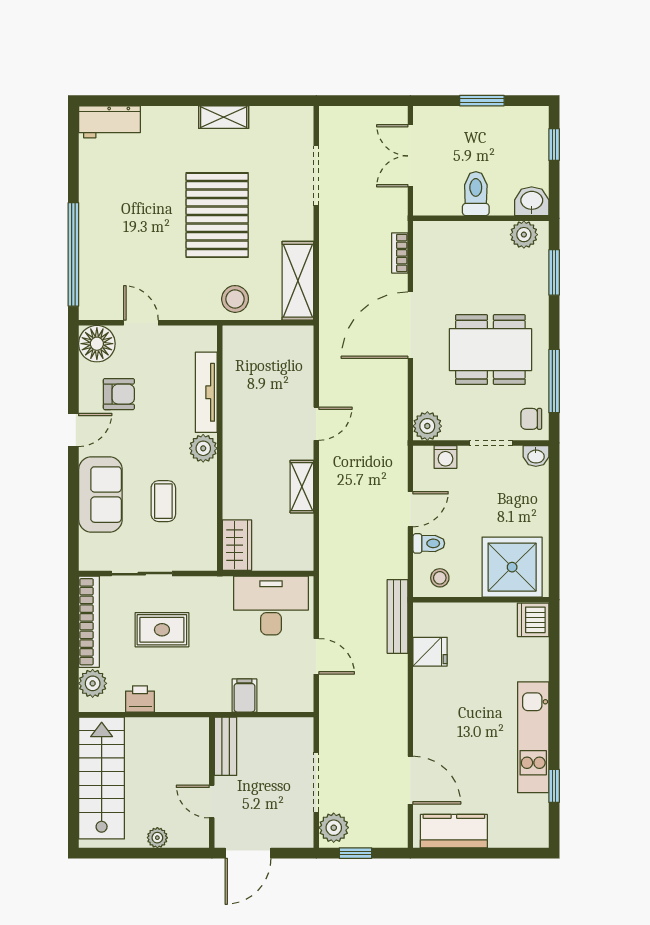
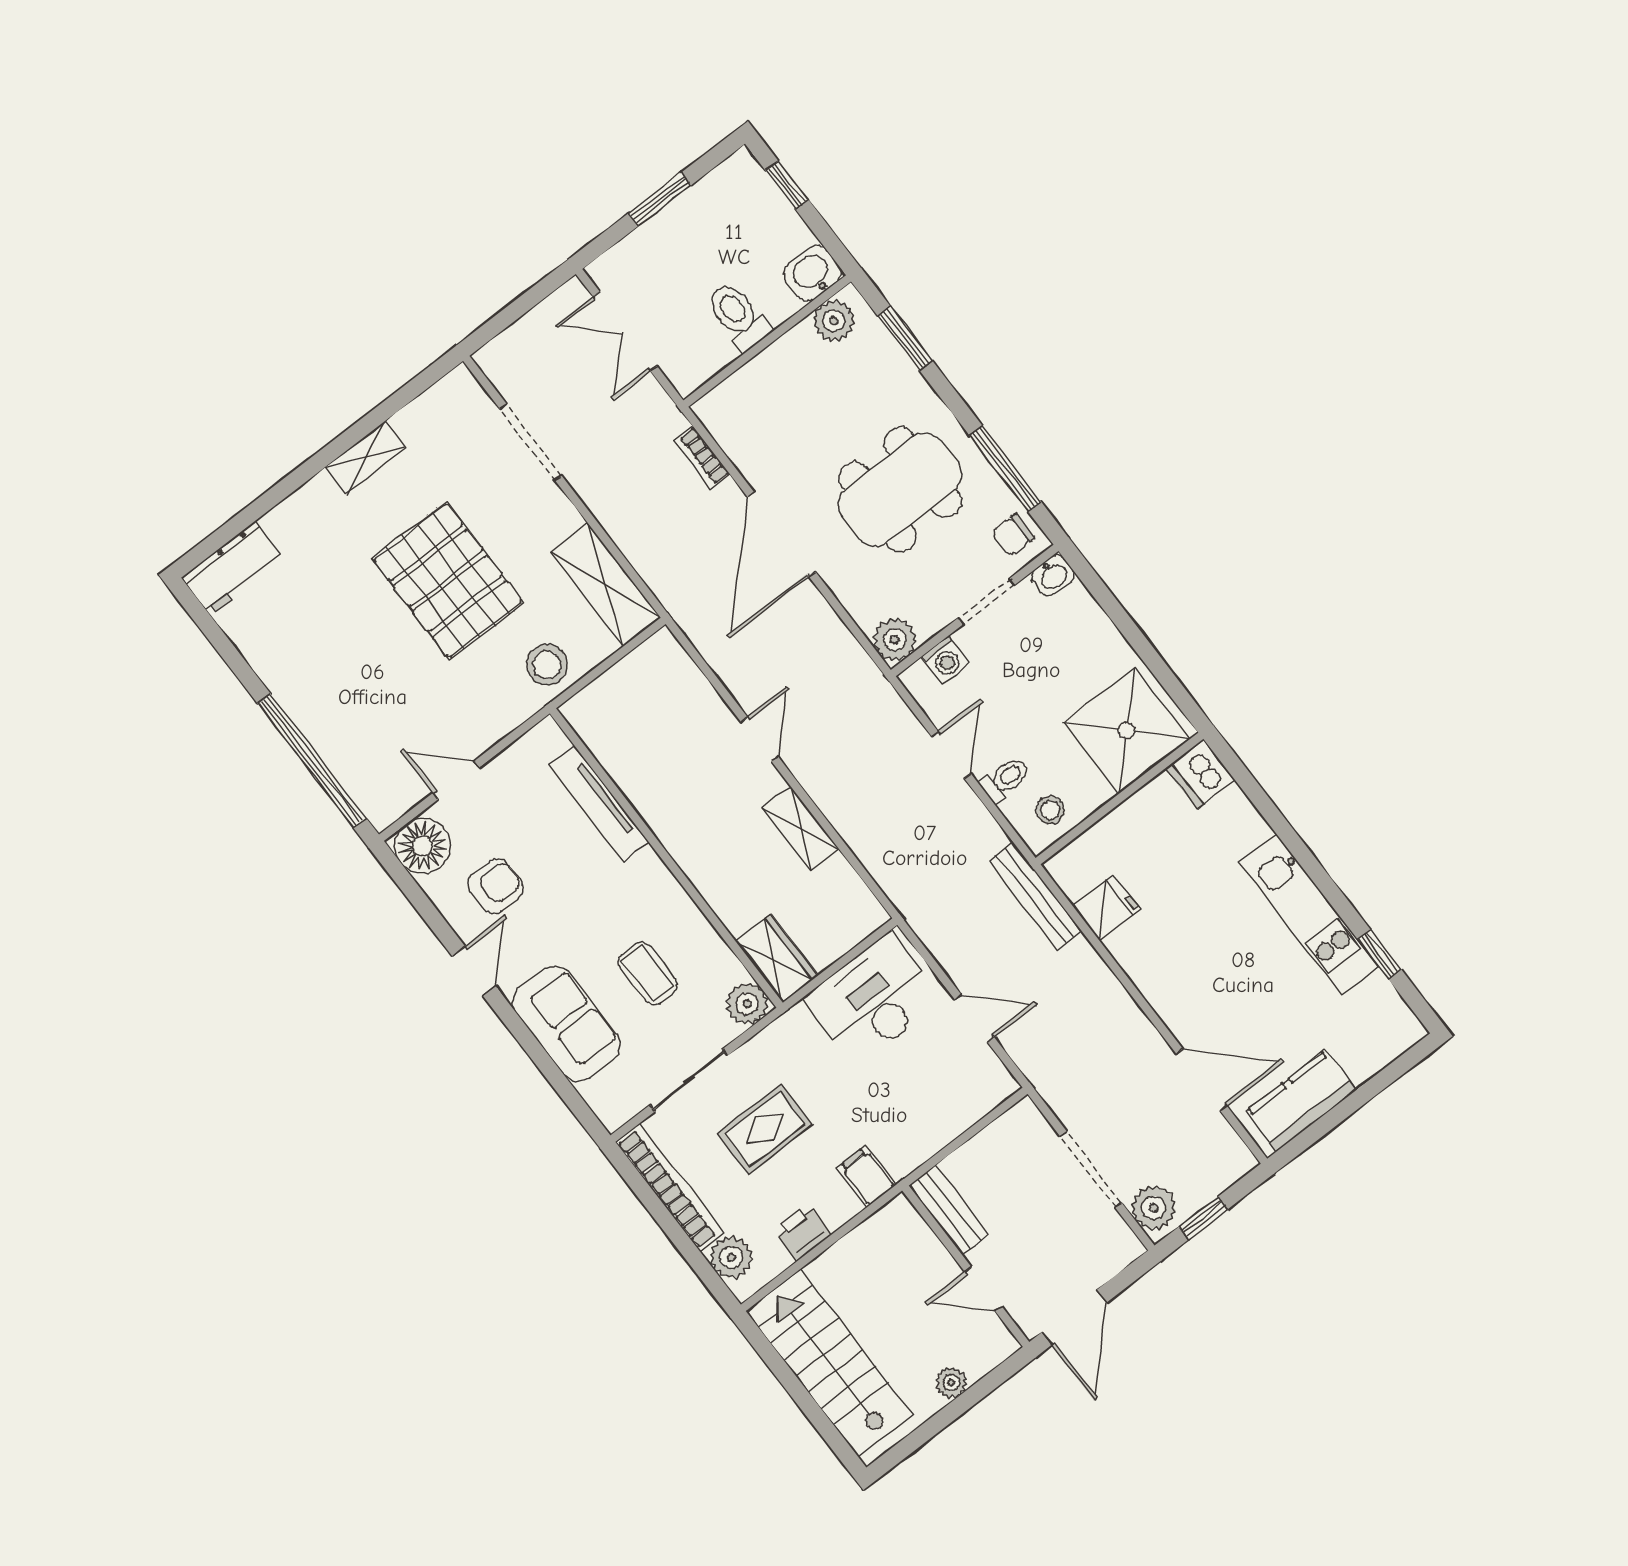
plant: (203, 448) -> (747, 1004), moved
filing cabinet: (244, 695) -> (867, 1176), moved

